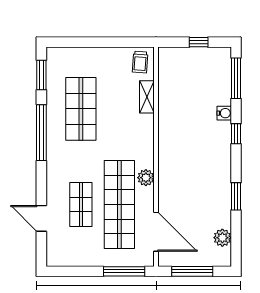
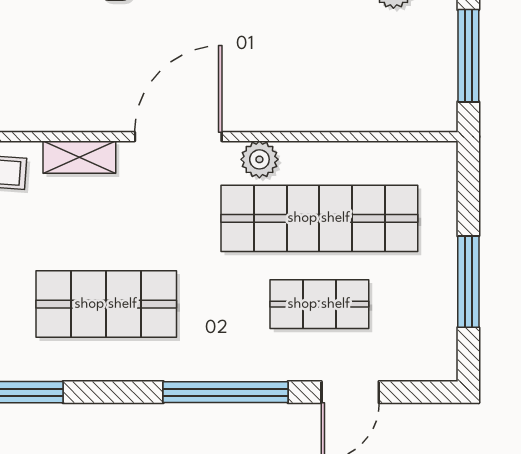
window: (41, 133) -> (226, 392), moved
door: (156, 232) -> (178, 137), moved
window: (124, 271) -> (468, 282), moved

